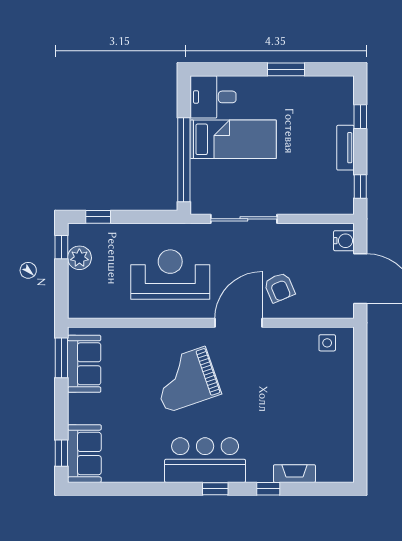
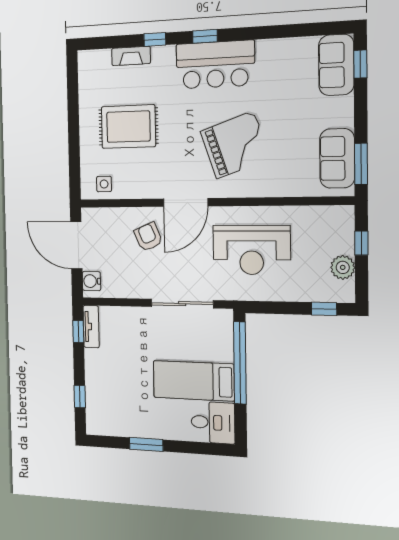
tv unit: (345, 148) -> (91, 327), moved
window: (61, 247) -> (361, 243), moved
rug: (299, 402) -> (128, 127), added

